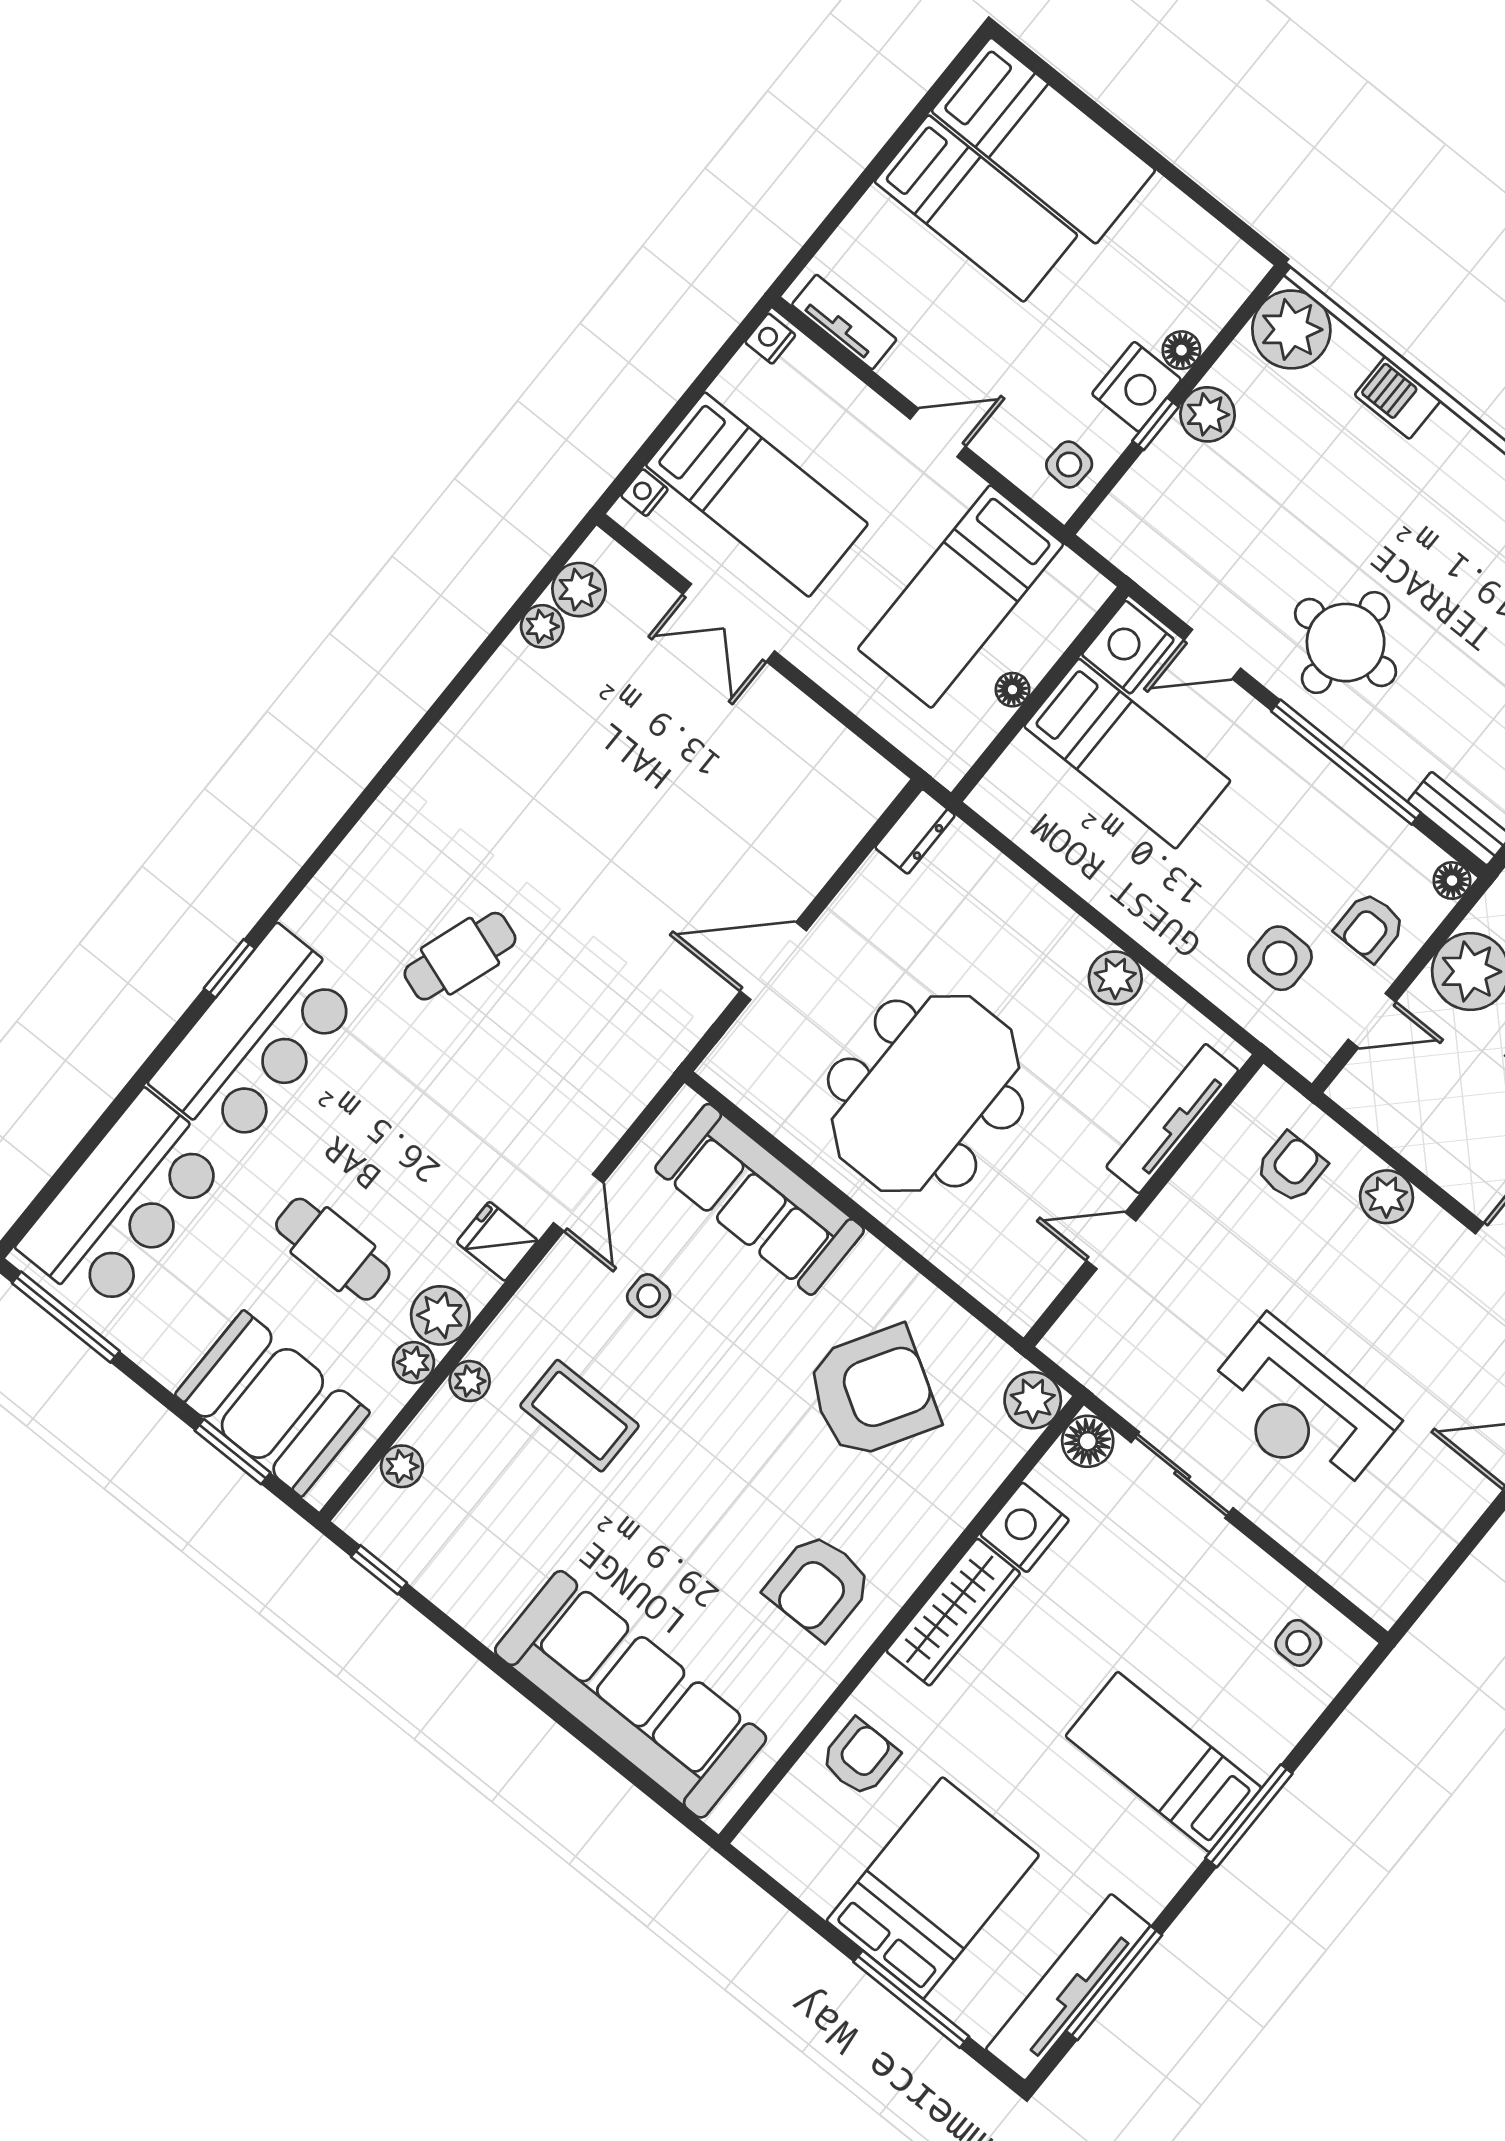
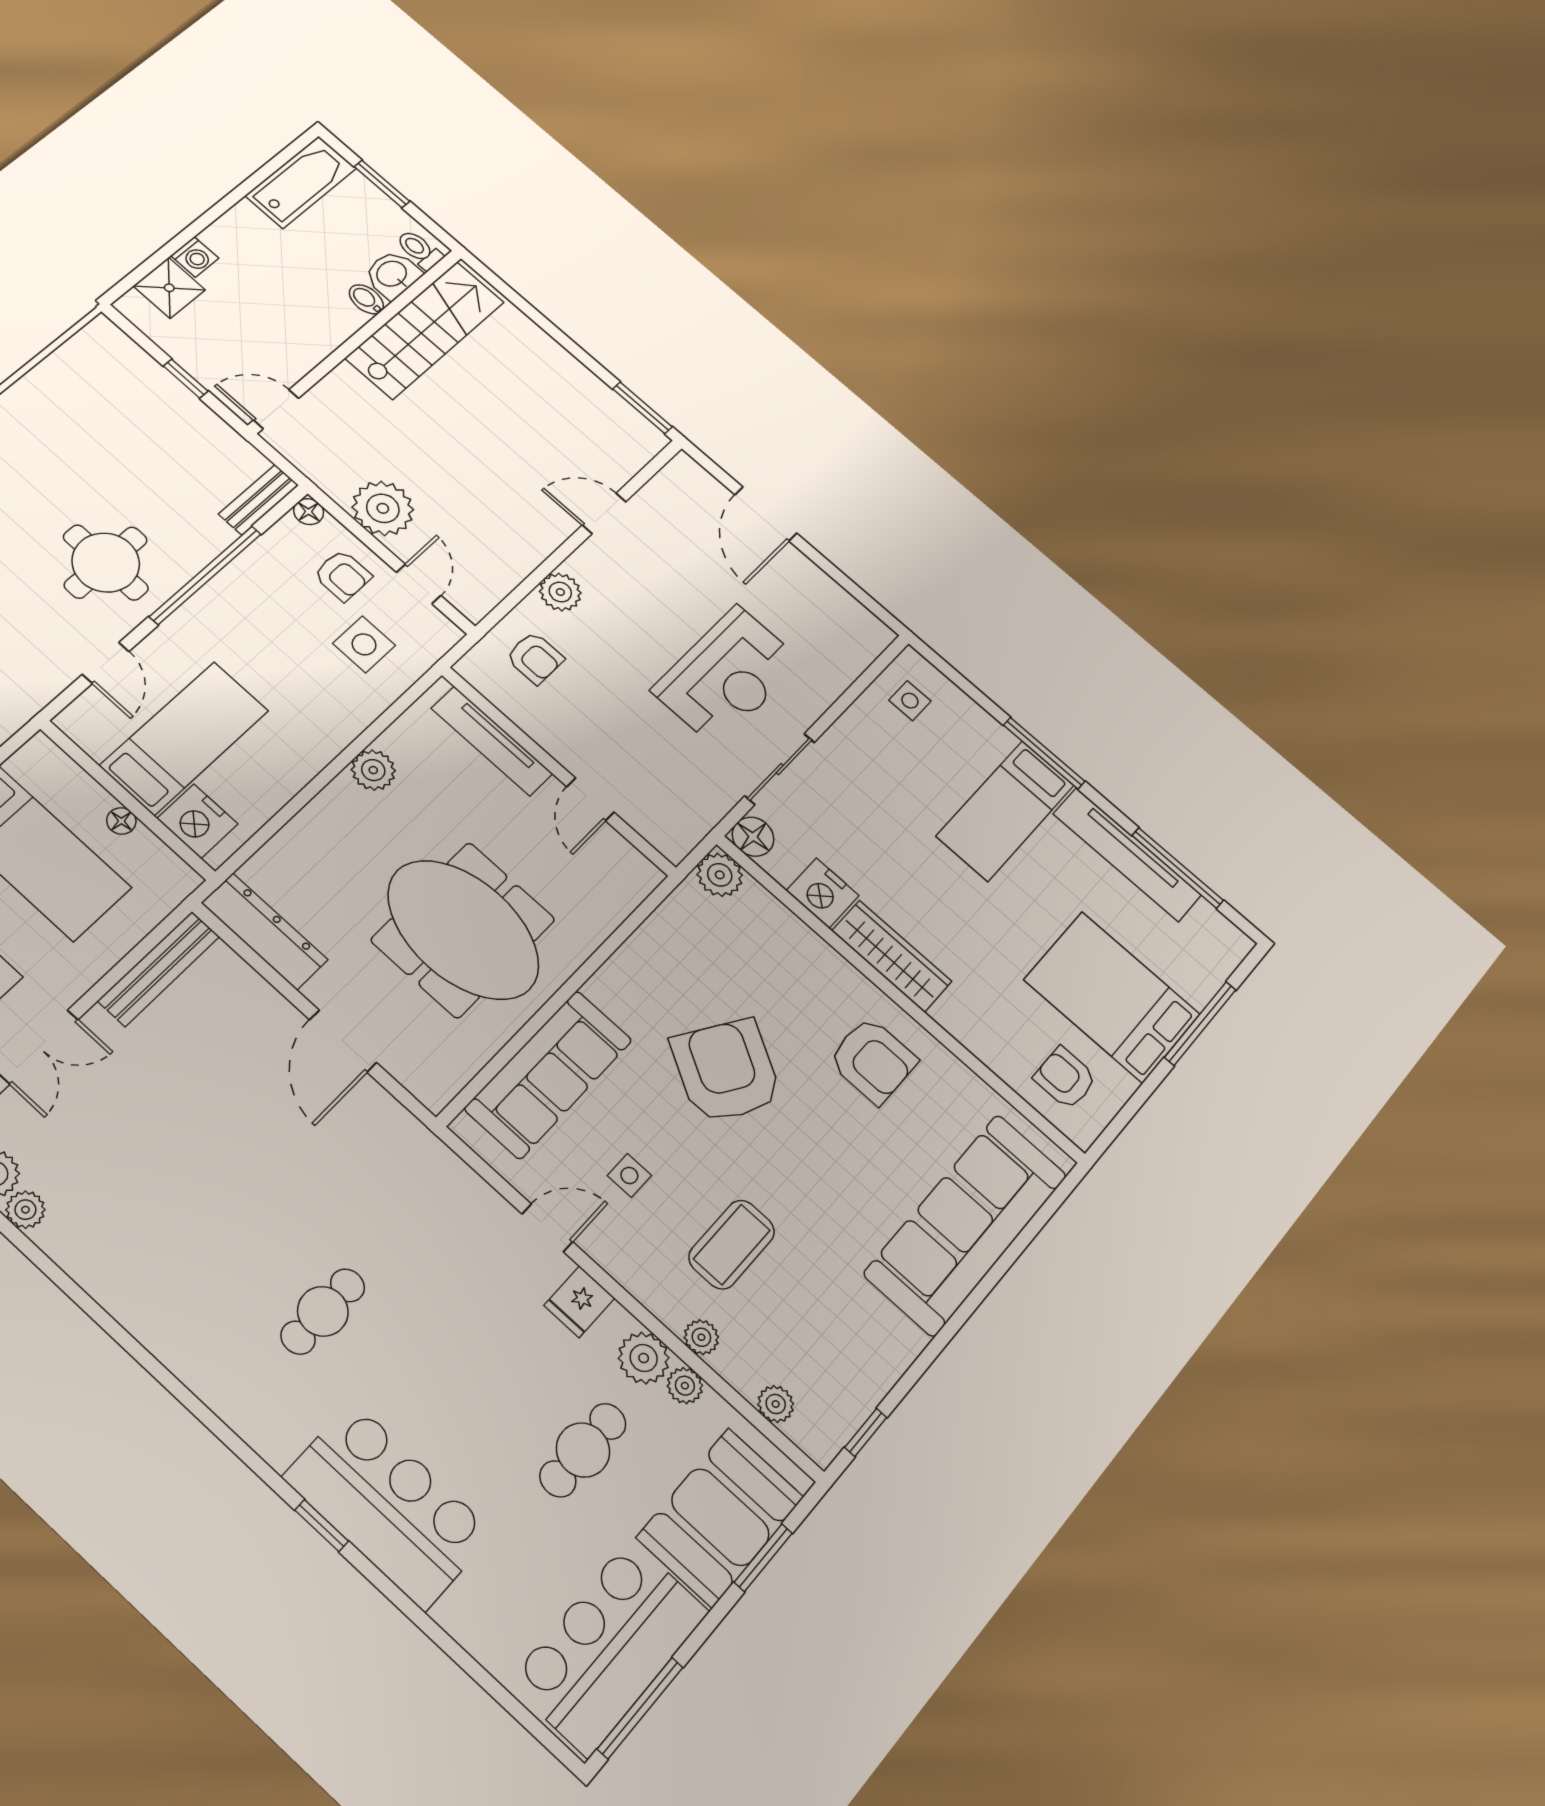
nightstand: (1128, 647) -> (197, 821), moved
bench: (837, 747) -> (159, 969), added
dresser: (915, 831) -> (264, 931), width x1.96, depth x1.24
cafe table: (460, 956) -> (323, 1311), turned 71
armchair: (1291, 1168) -> (535, 658), turned 180
bar counter: (124, 1203) -> (609, 1647), moved, turned -90
armchair: (873, 1392) -> (726, 1071), moved
armchair: (860, 1757) -> (1065, 1078), moved
tv unit: (1068, 1987) -> (1127, 854), moved

